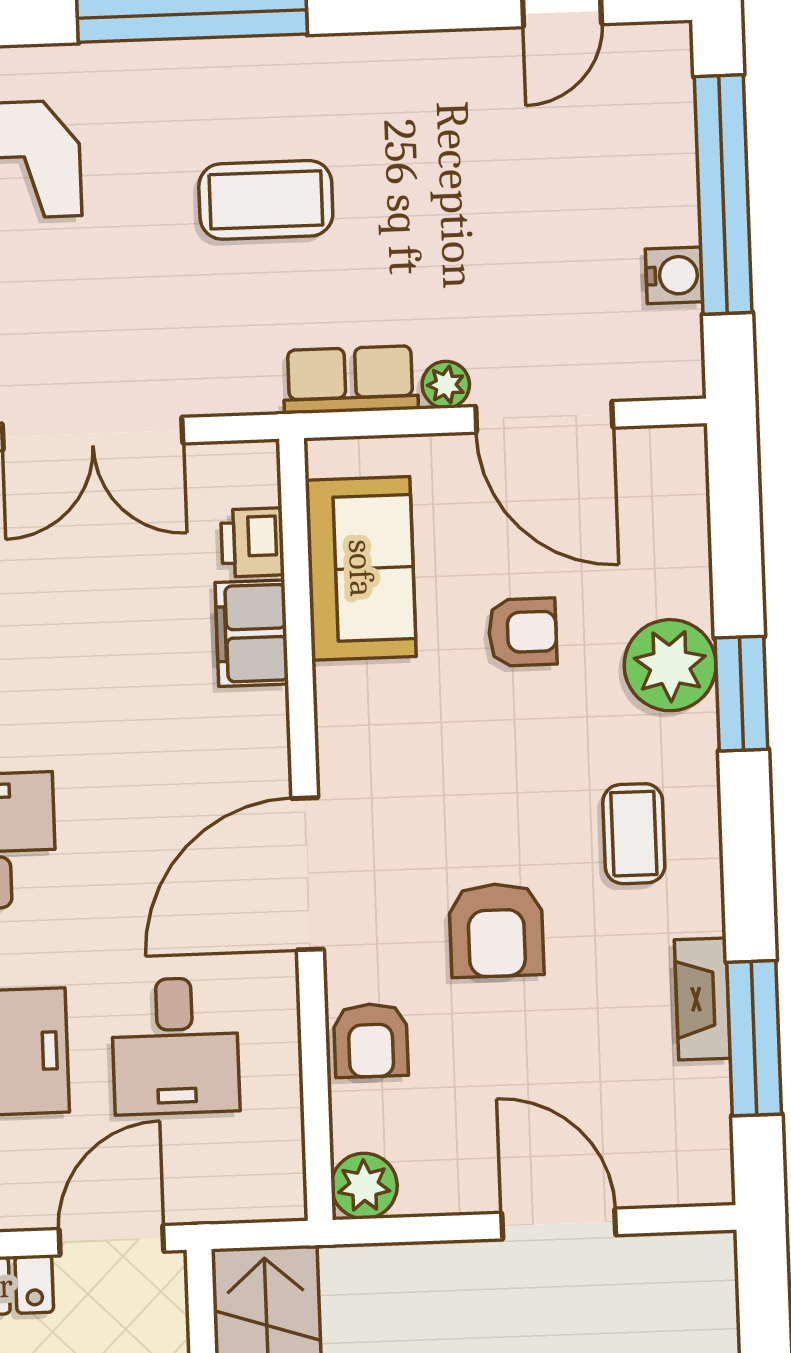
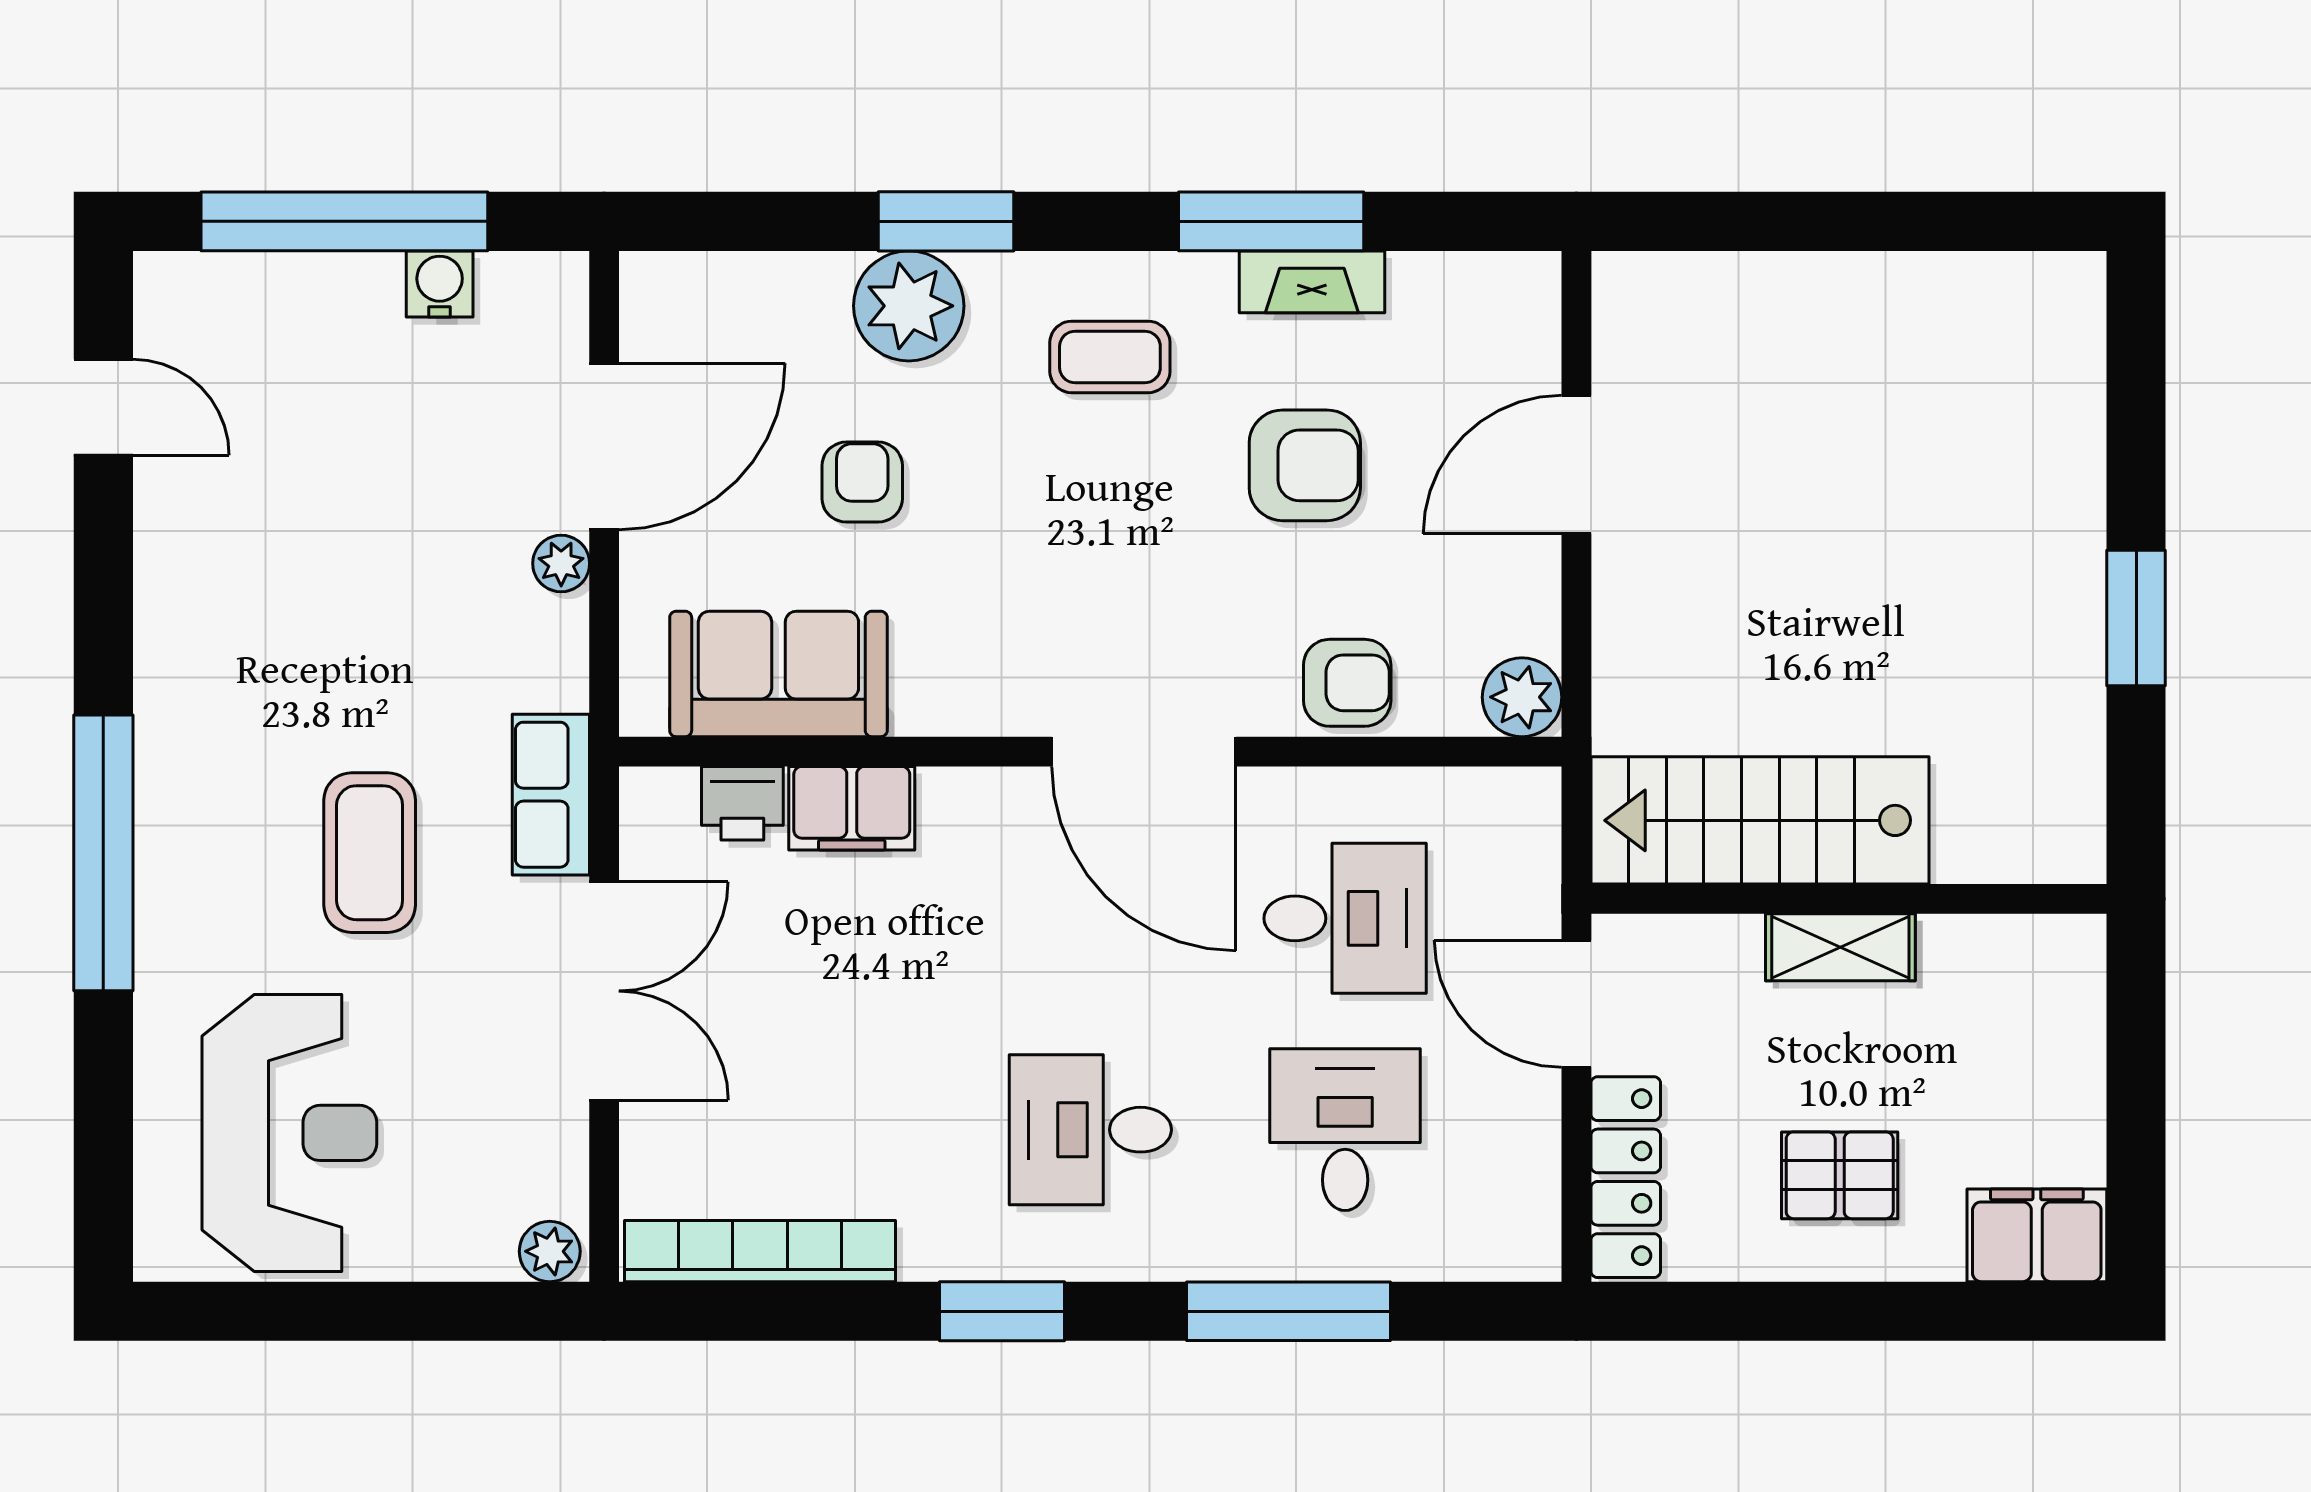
coffee table: (266, 200) -> (370, 853), moved
row of seats: (350, 380) -> (551, 795), moved
armchair: (496, 930) -> (1305, 465), moved
window: (754, 1038) -> (1271, 221), moved

